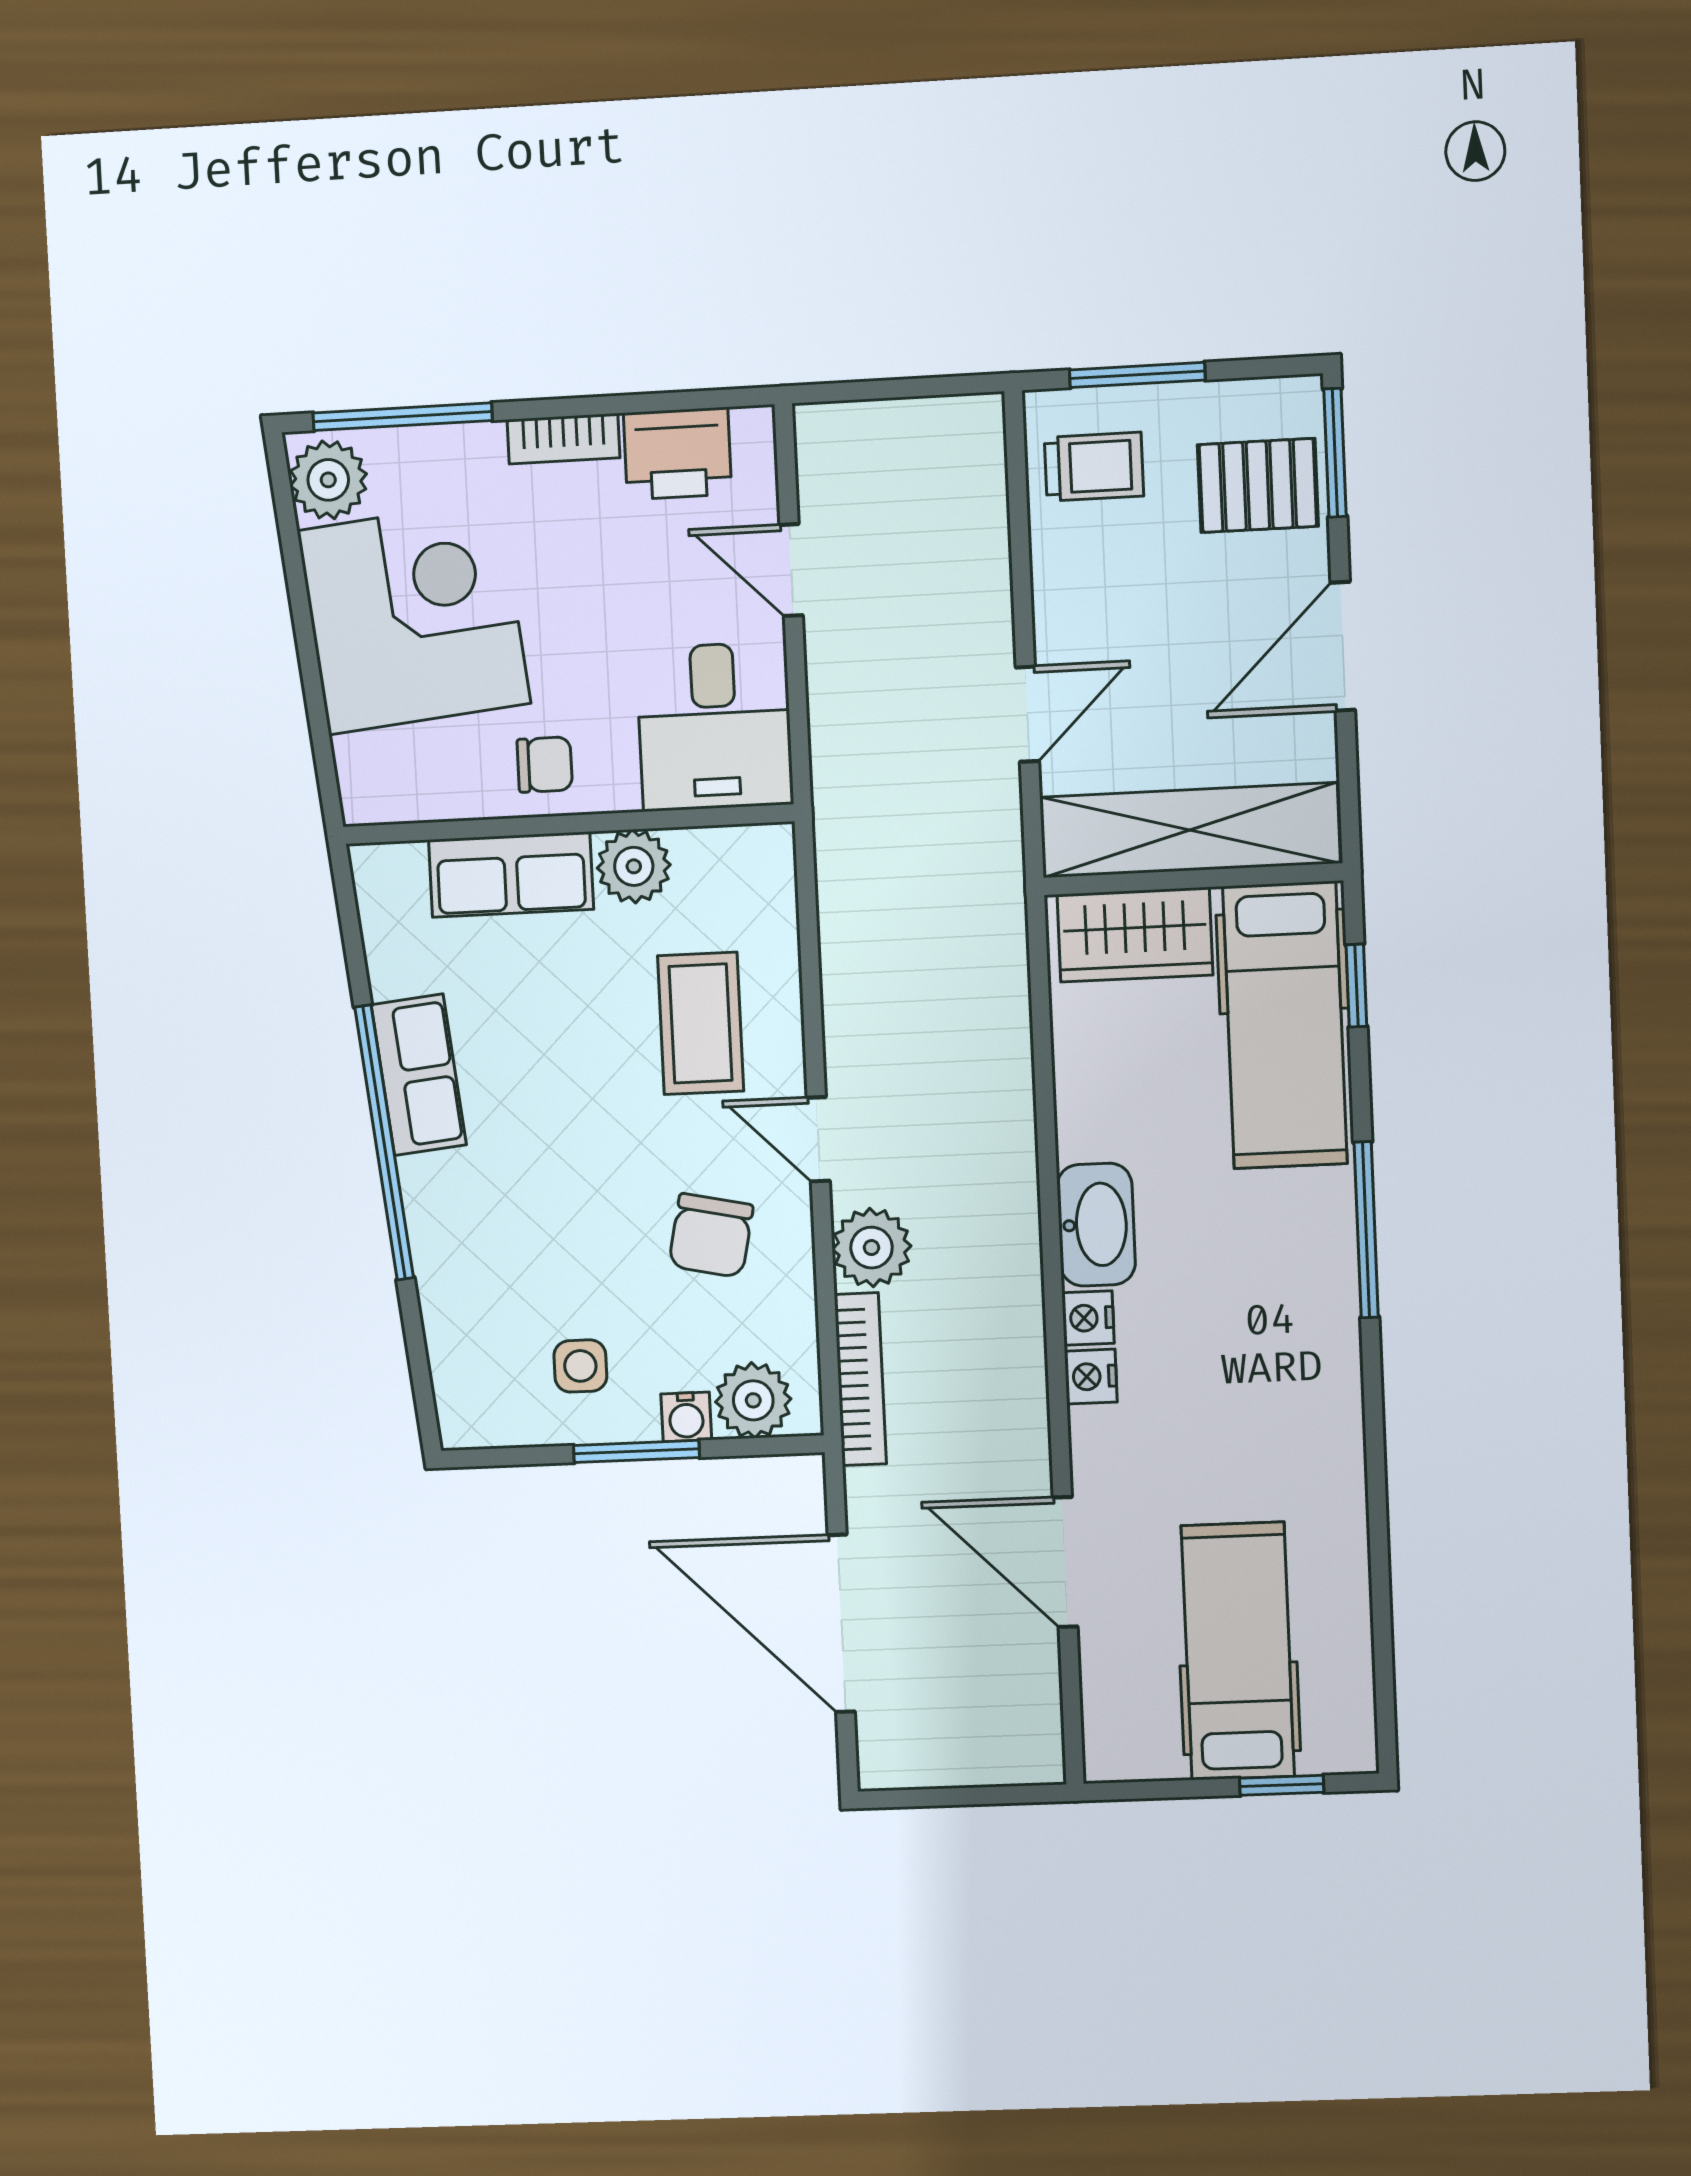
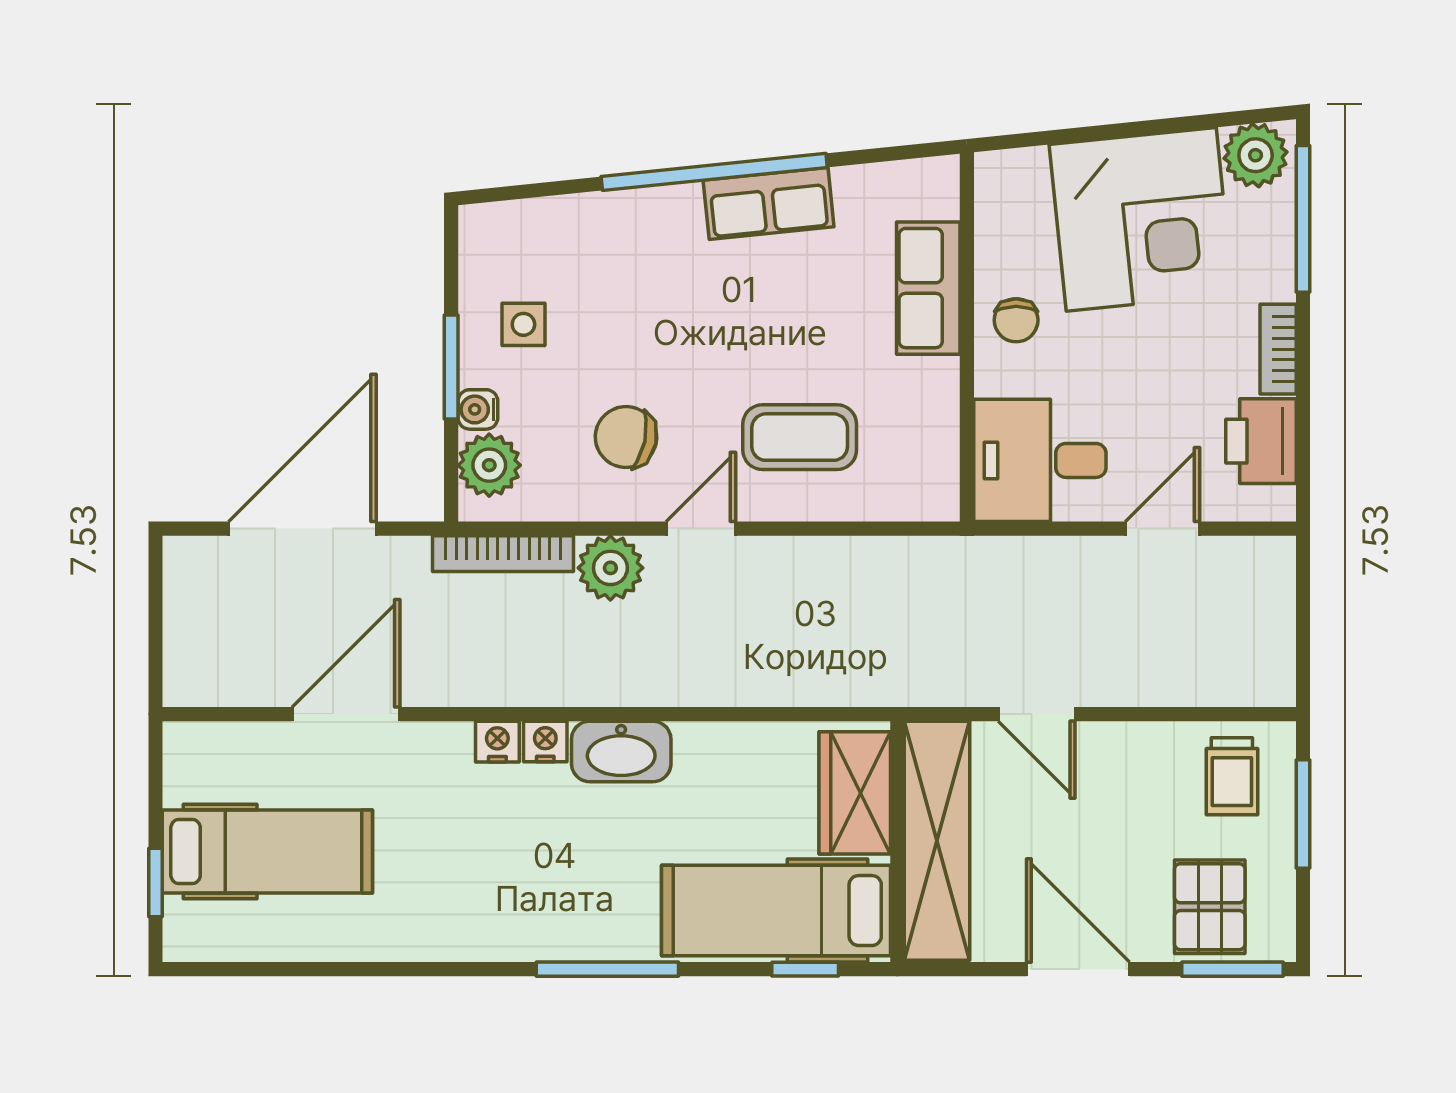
plant: (634, 866) -> (930, 389), removed

